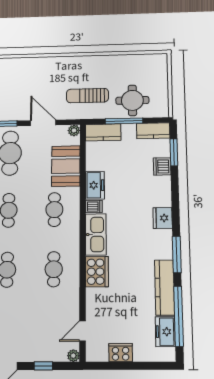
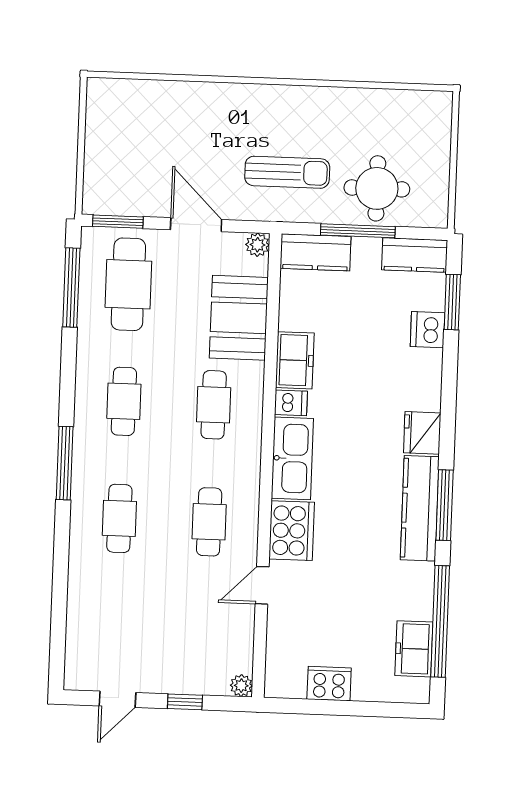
sun lounger: (87, 96) -> (287, 172), turned 180
kitchen counter: (165, 287) -> (420, 508), moved
door: (83, 331) -> (262, 585), moved

